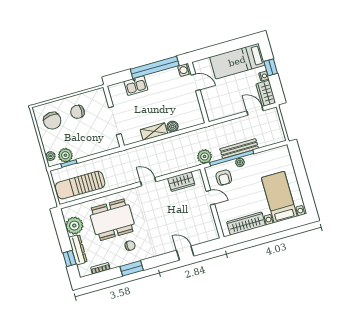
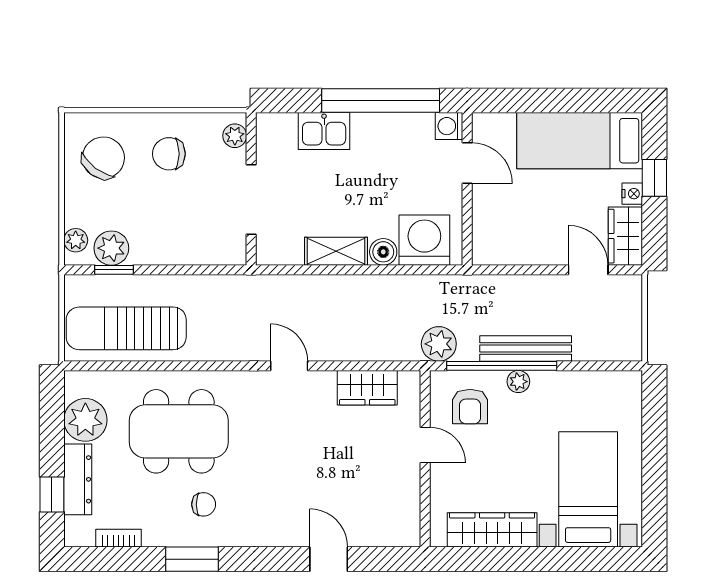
plant: (101, 97) -> (235, 136), added
washing machine: (187, 117) -> (424, 240), added
chair: (52, 121) -> (103, 158), turned -135

